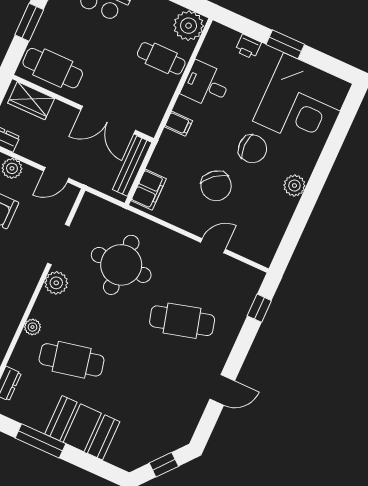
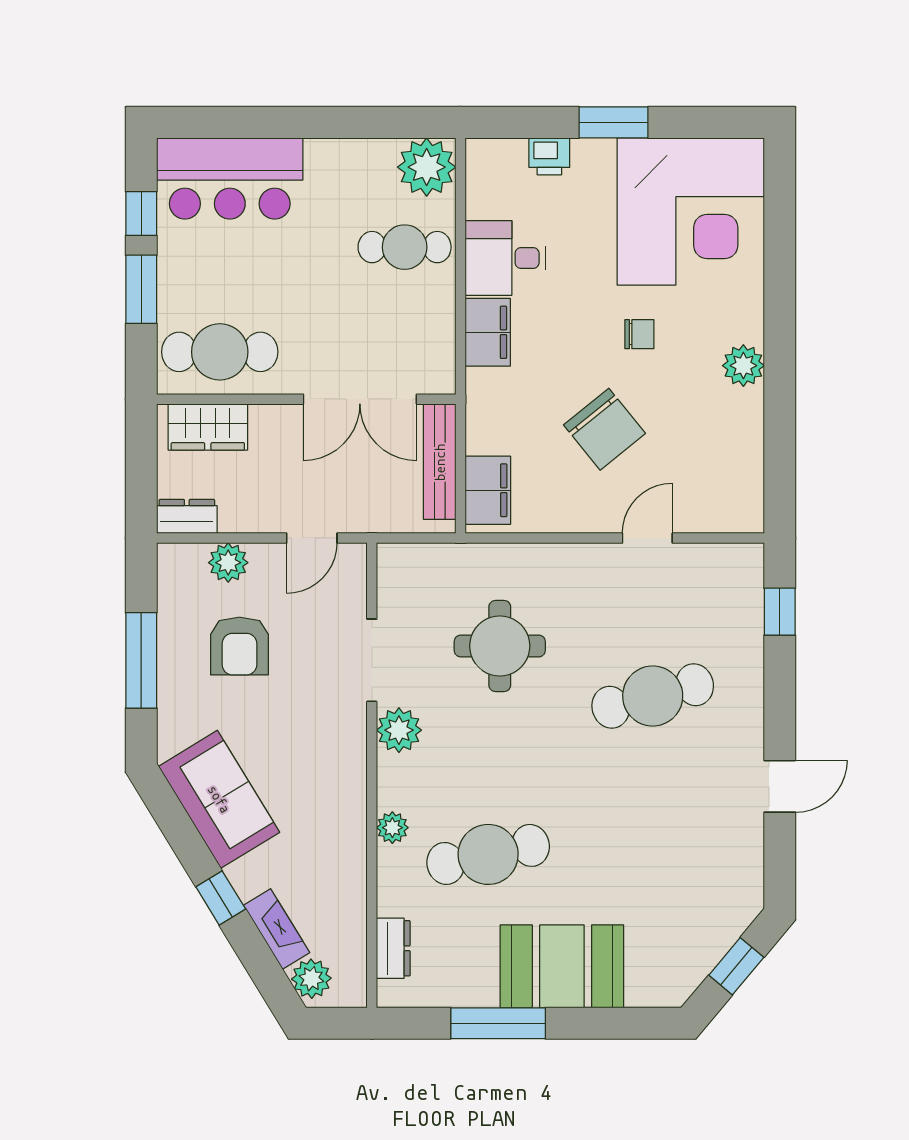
filing cabinet: (178, 124) -> (488, 332), width x2.00
chair: (252, 149) -> (639, 334), width x0.54, depth x0.54
round table: (121, 265) -> (500, 646), width x0.73, depth x0.73

